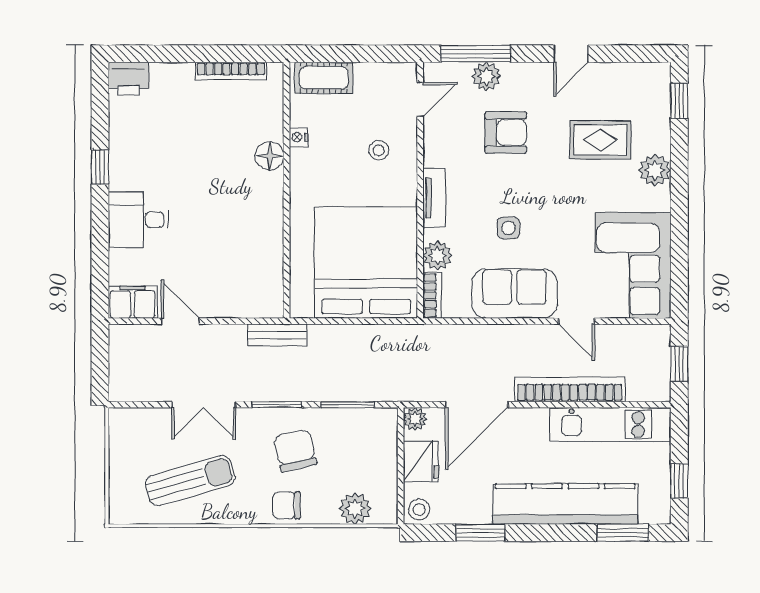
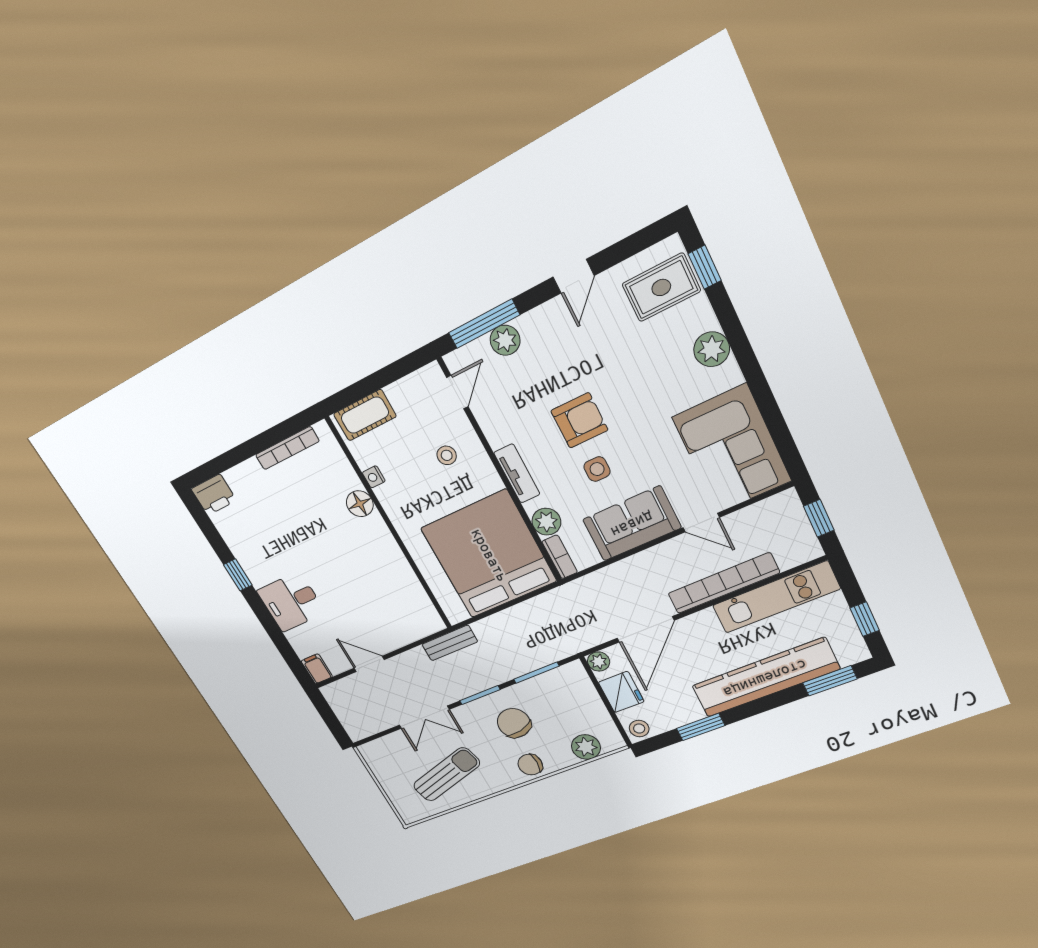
armchair: (506, 133) -> (579, 420), moved
rug: (600, 140) -> (661, 287), moved
filing cabinet: (132, 302) -> (317, 669), width x0.50

